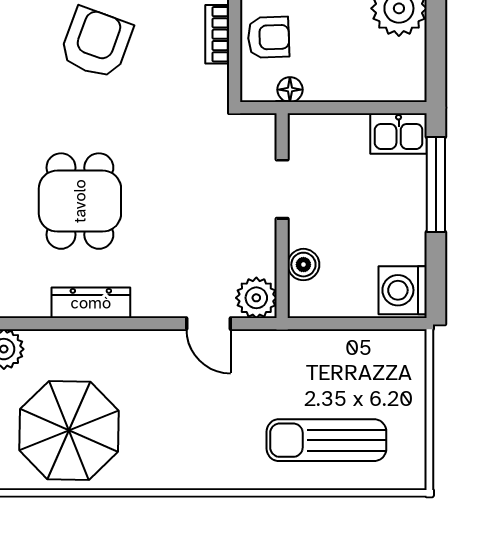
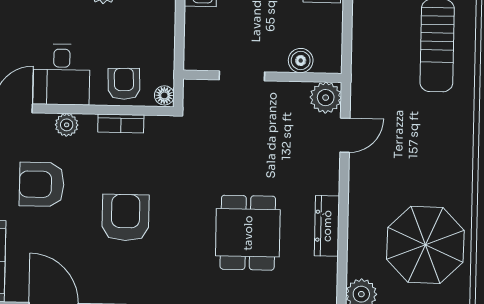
armchair: (96, 43) -> (126, 218), turned 70
floor lamp: (290, 90) -> (164, 95), moved
dining table: (80, 201) -> (248, 233), turned 90

